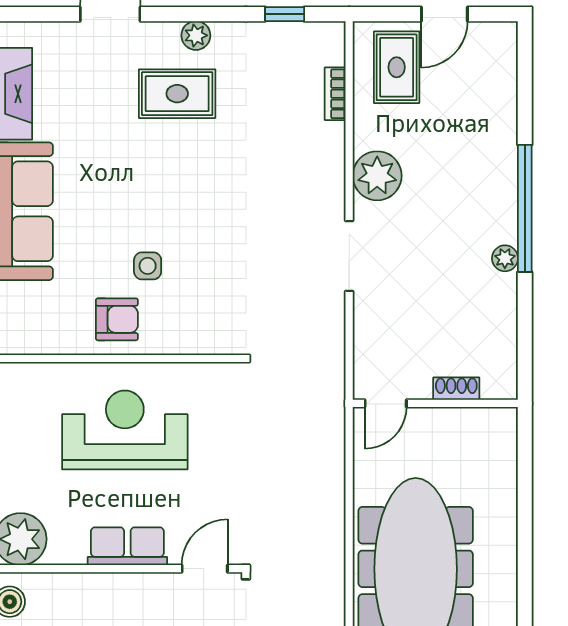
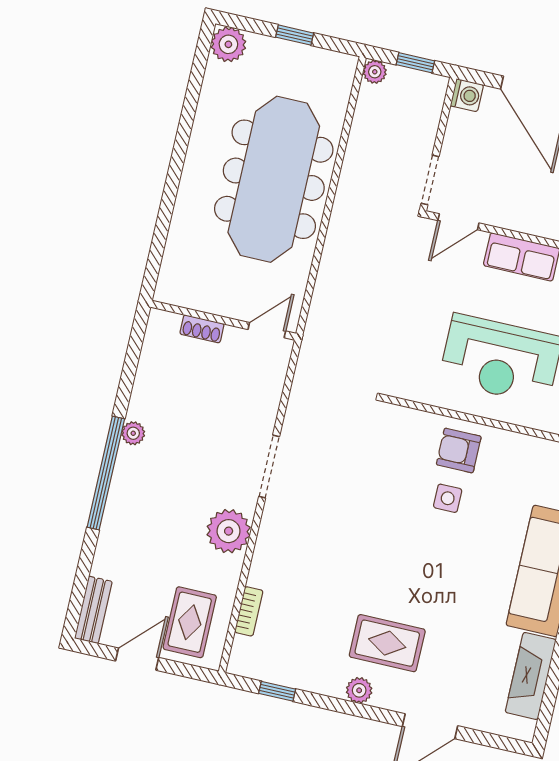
bench: (504, 57) -> (93, 610), added
armchair: (117, 319) -> (459, 451), moved

